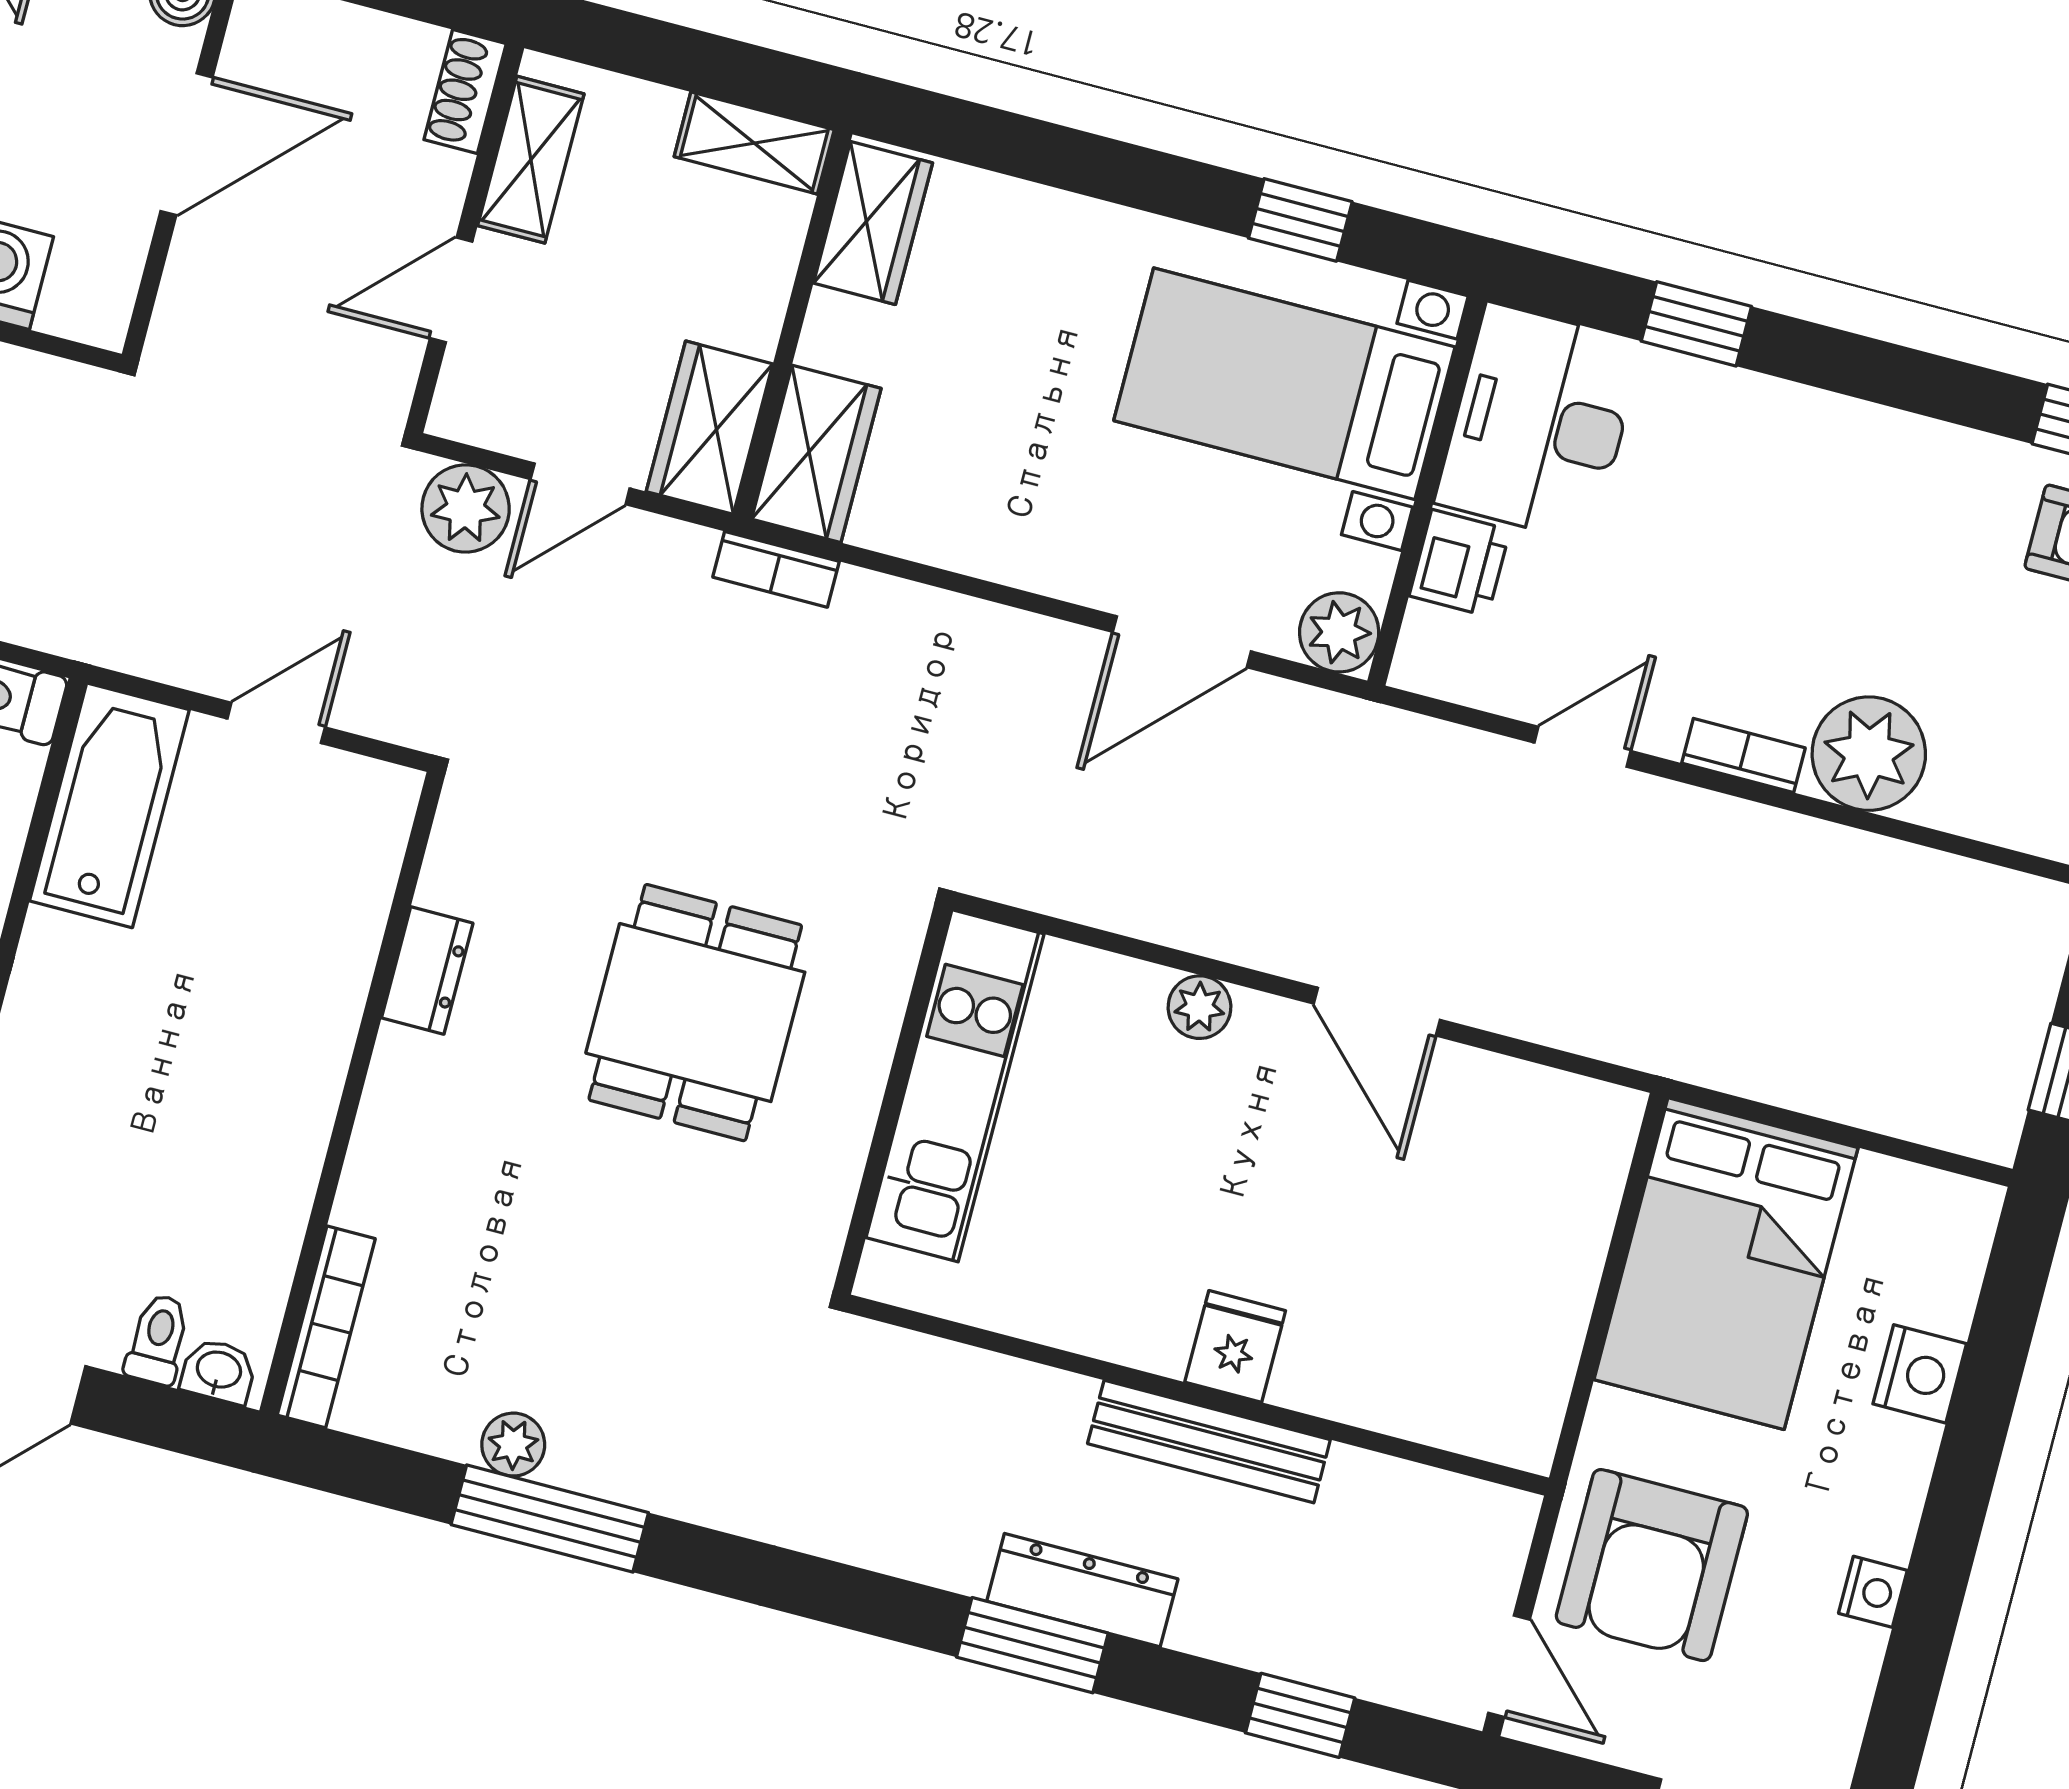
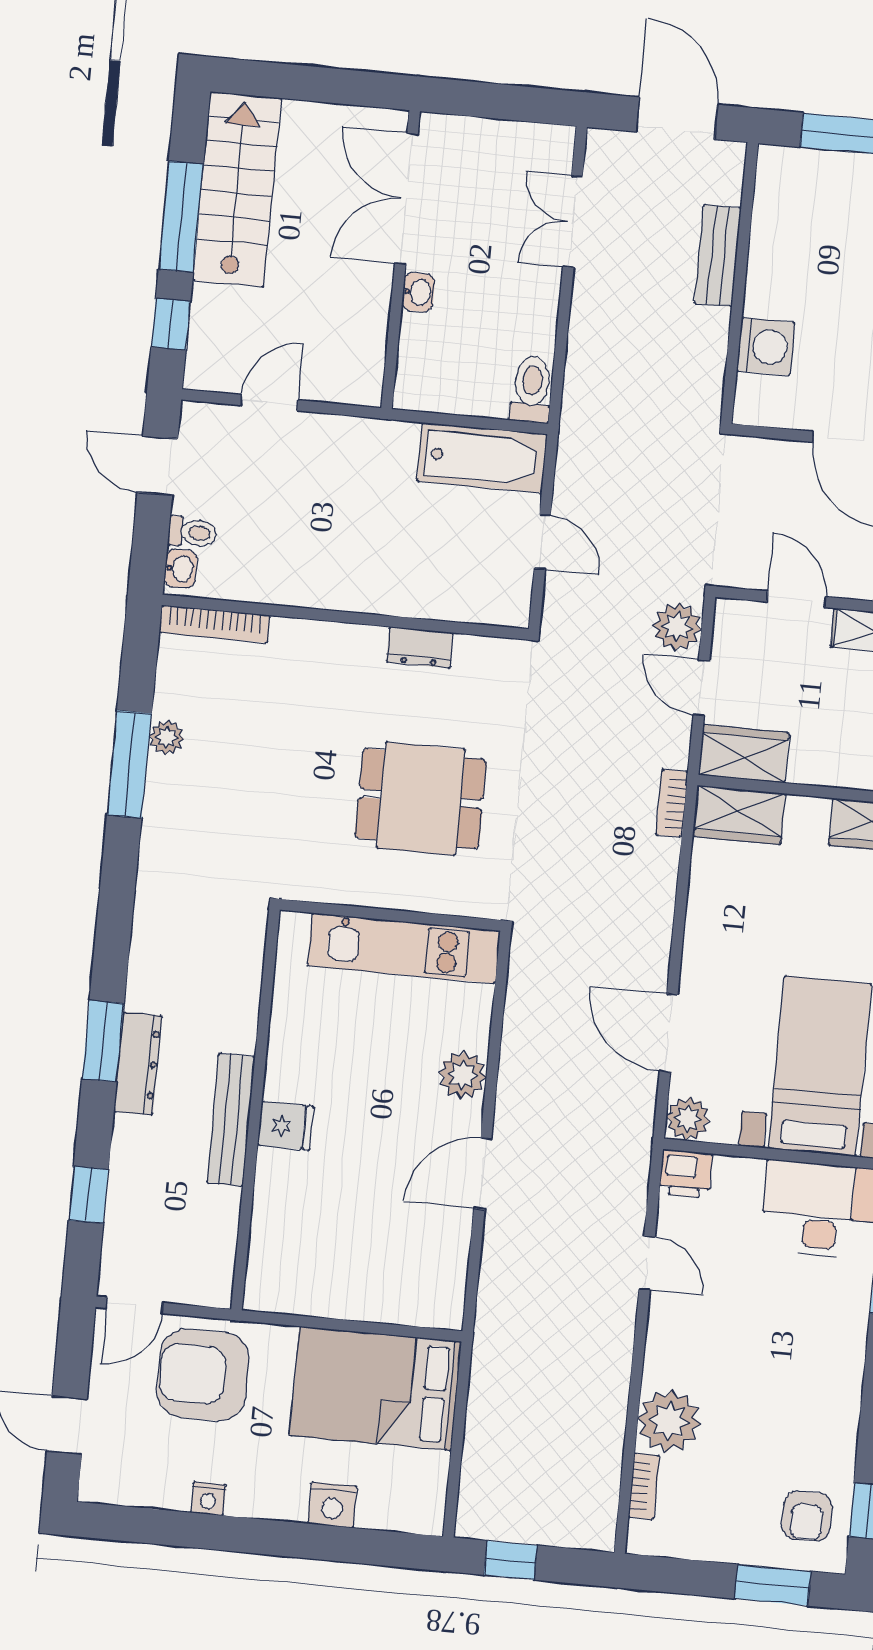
printer: (1460, 563) -> (686, 1174), moved
bookcase: (1743, 755) -> (644, 1486), moved
plant: (1199, 1007) -> (463, 1075), width x1.38, depth x1.38

